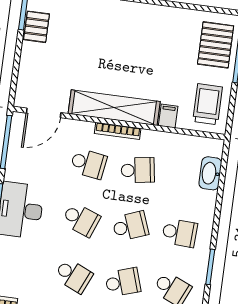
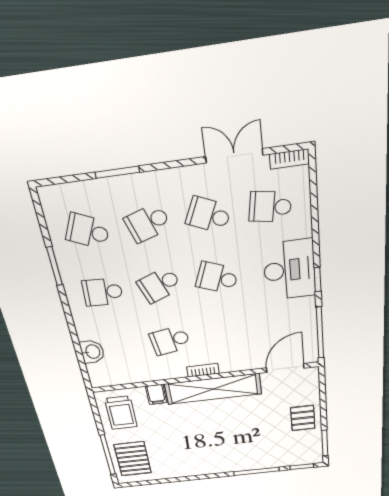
pallet: (37, 27) -> (303, 418), moved
bookcase: (118, 131) -> (203, 370), width x0.64
school desk: (88, 164) -> (270, 207), moved
washbasin: (210, 173) -> (92, 352), width x0.72

